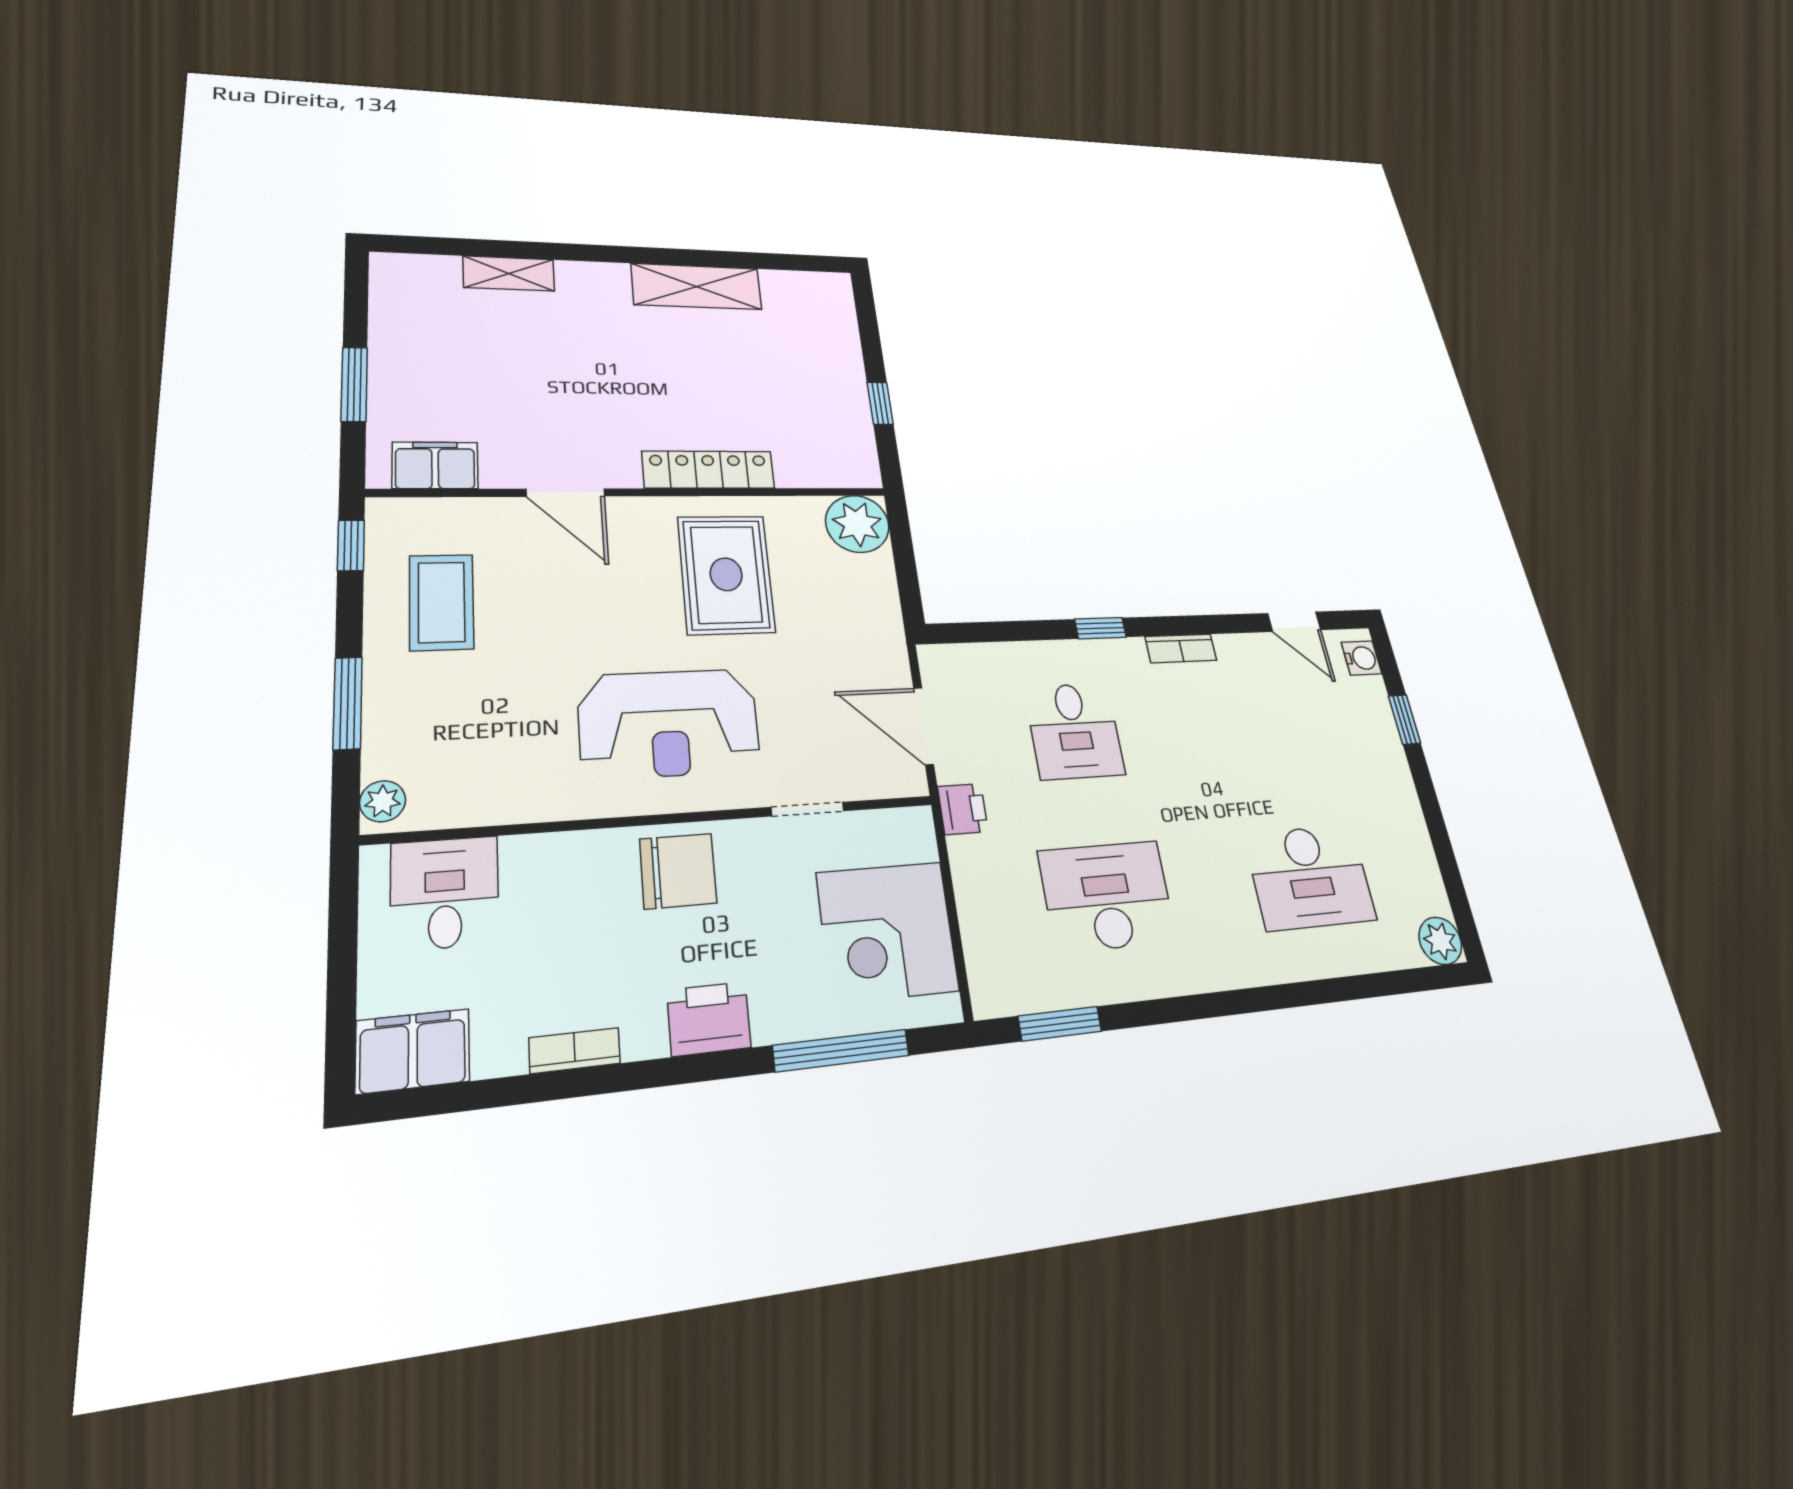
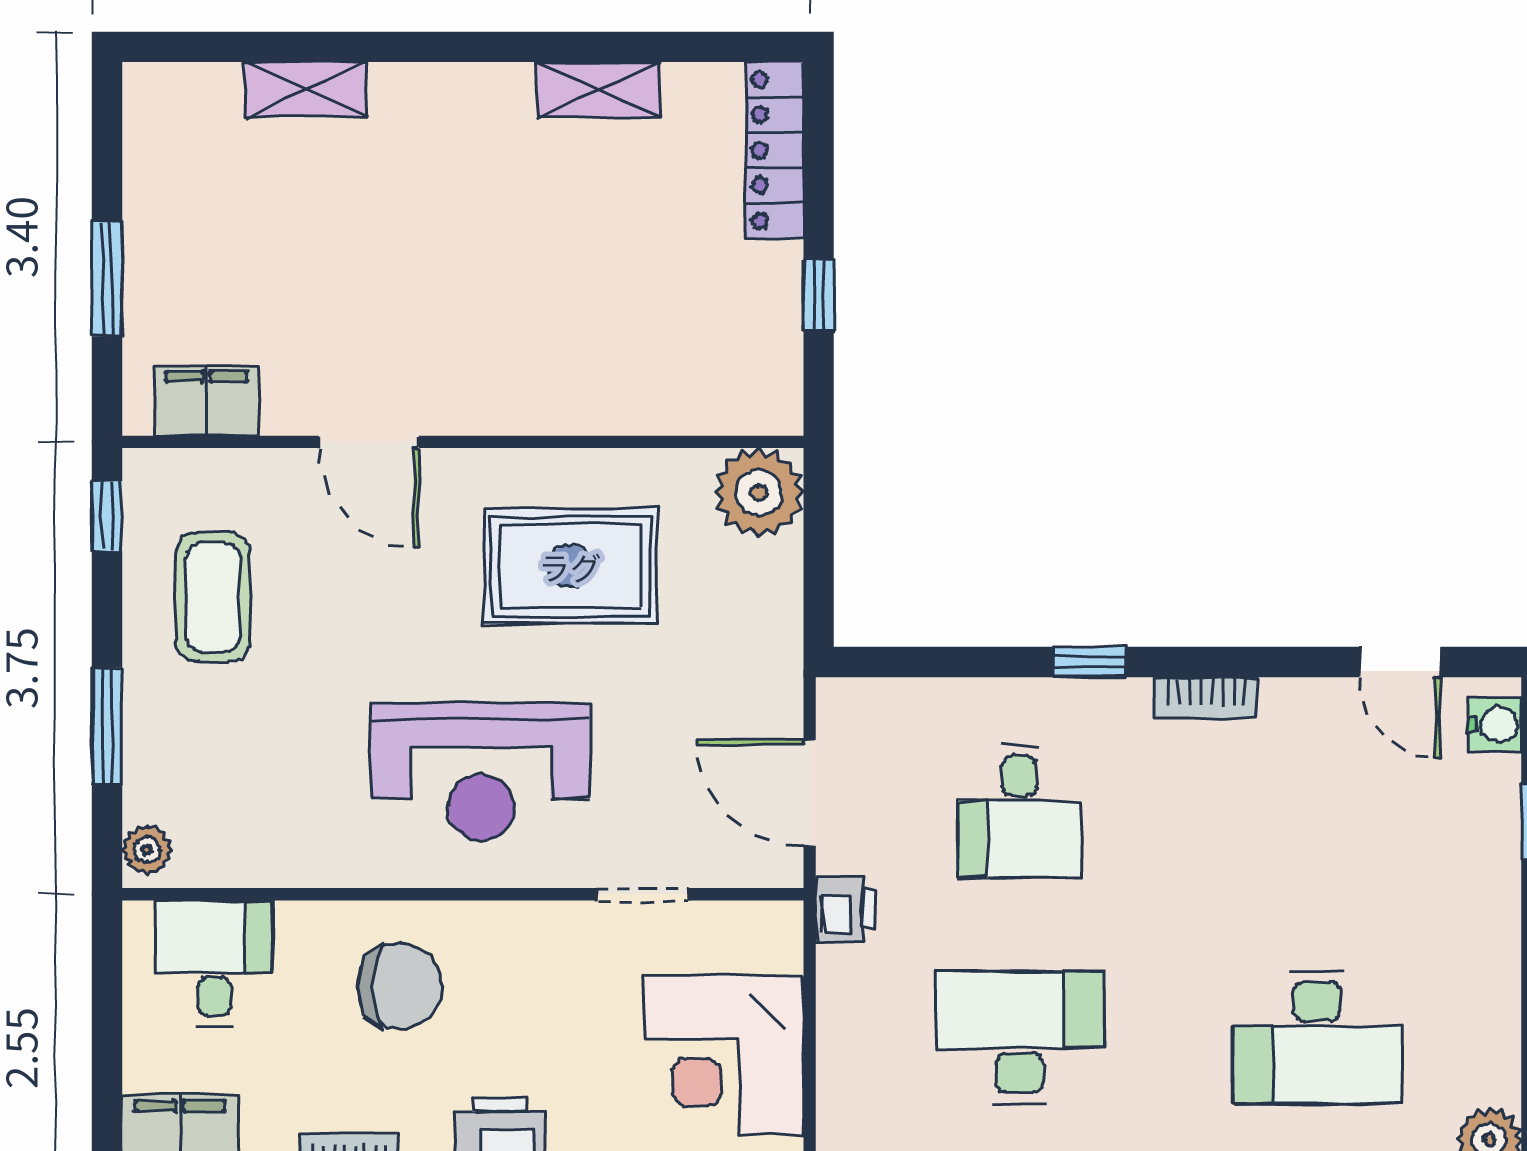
shelving: (697, 287) -> (599, 90), width x0.67, depth x0.75
locker: (709, 470) -> (774, 150), moved, turned -90
rug: (726, 574) -> (570, 566), turned 90
chair: (678, 871) -> (400, 986), moved

